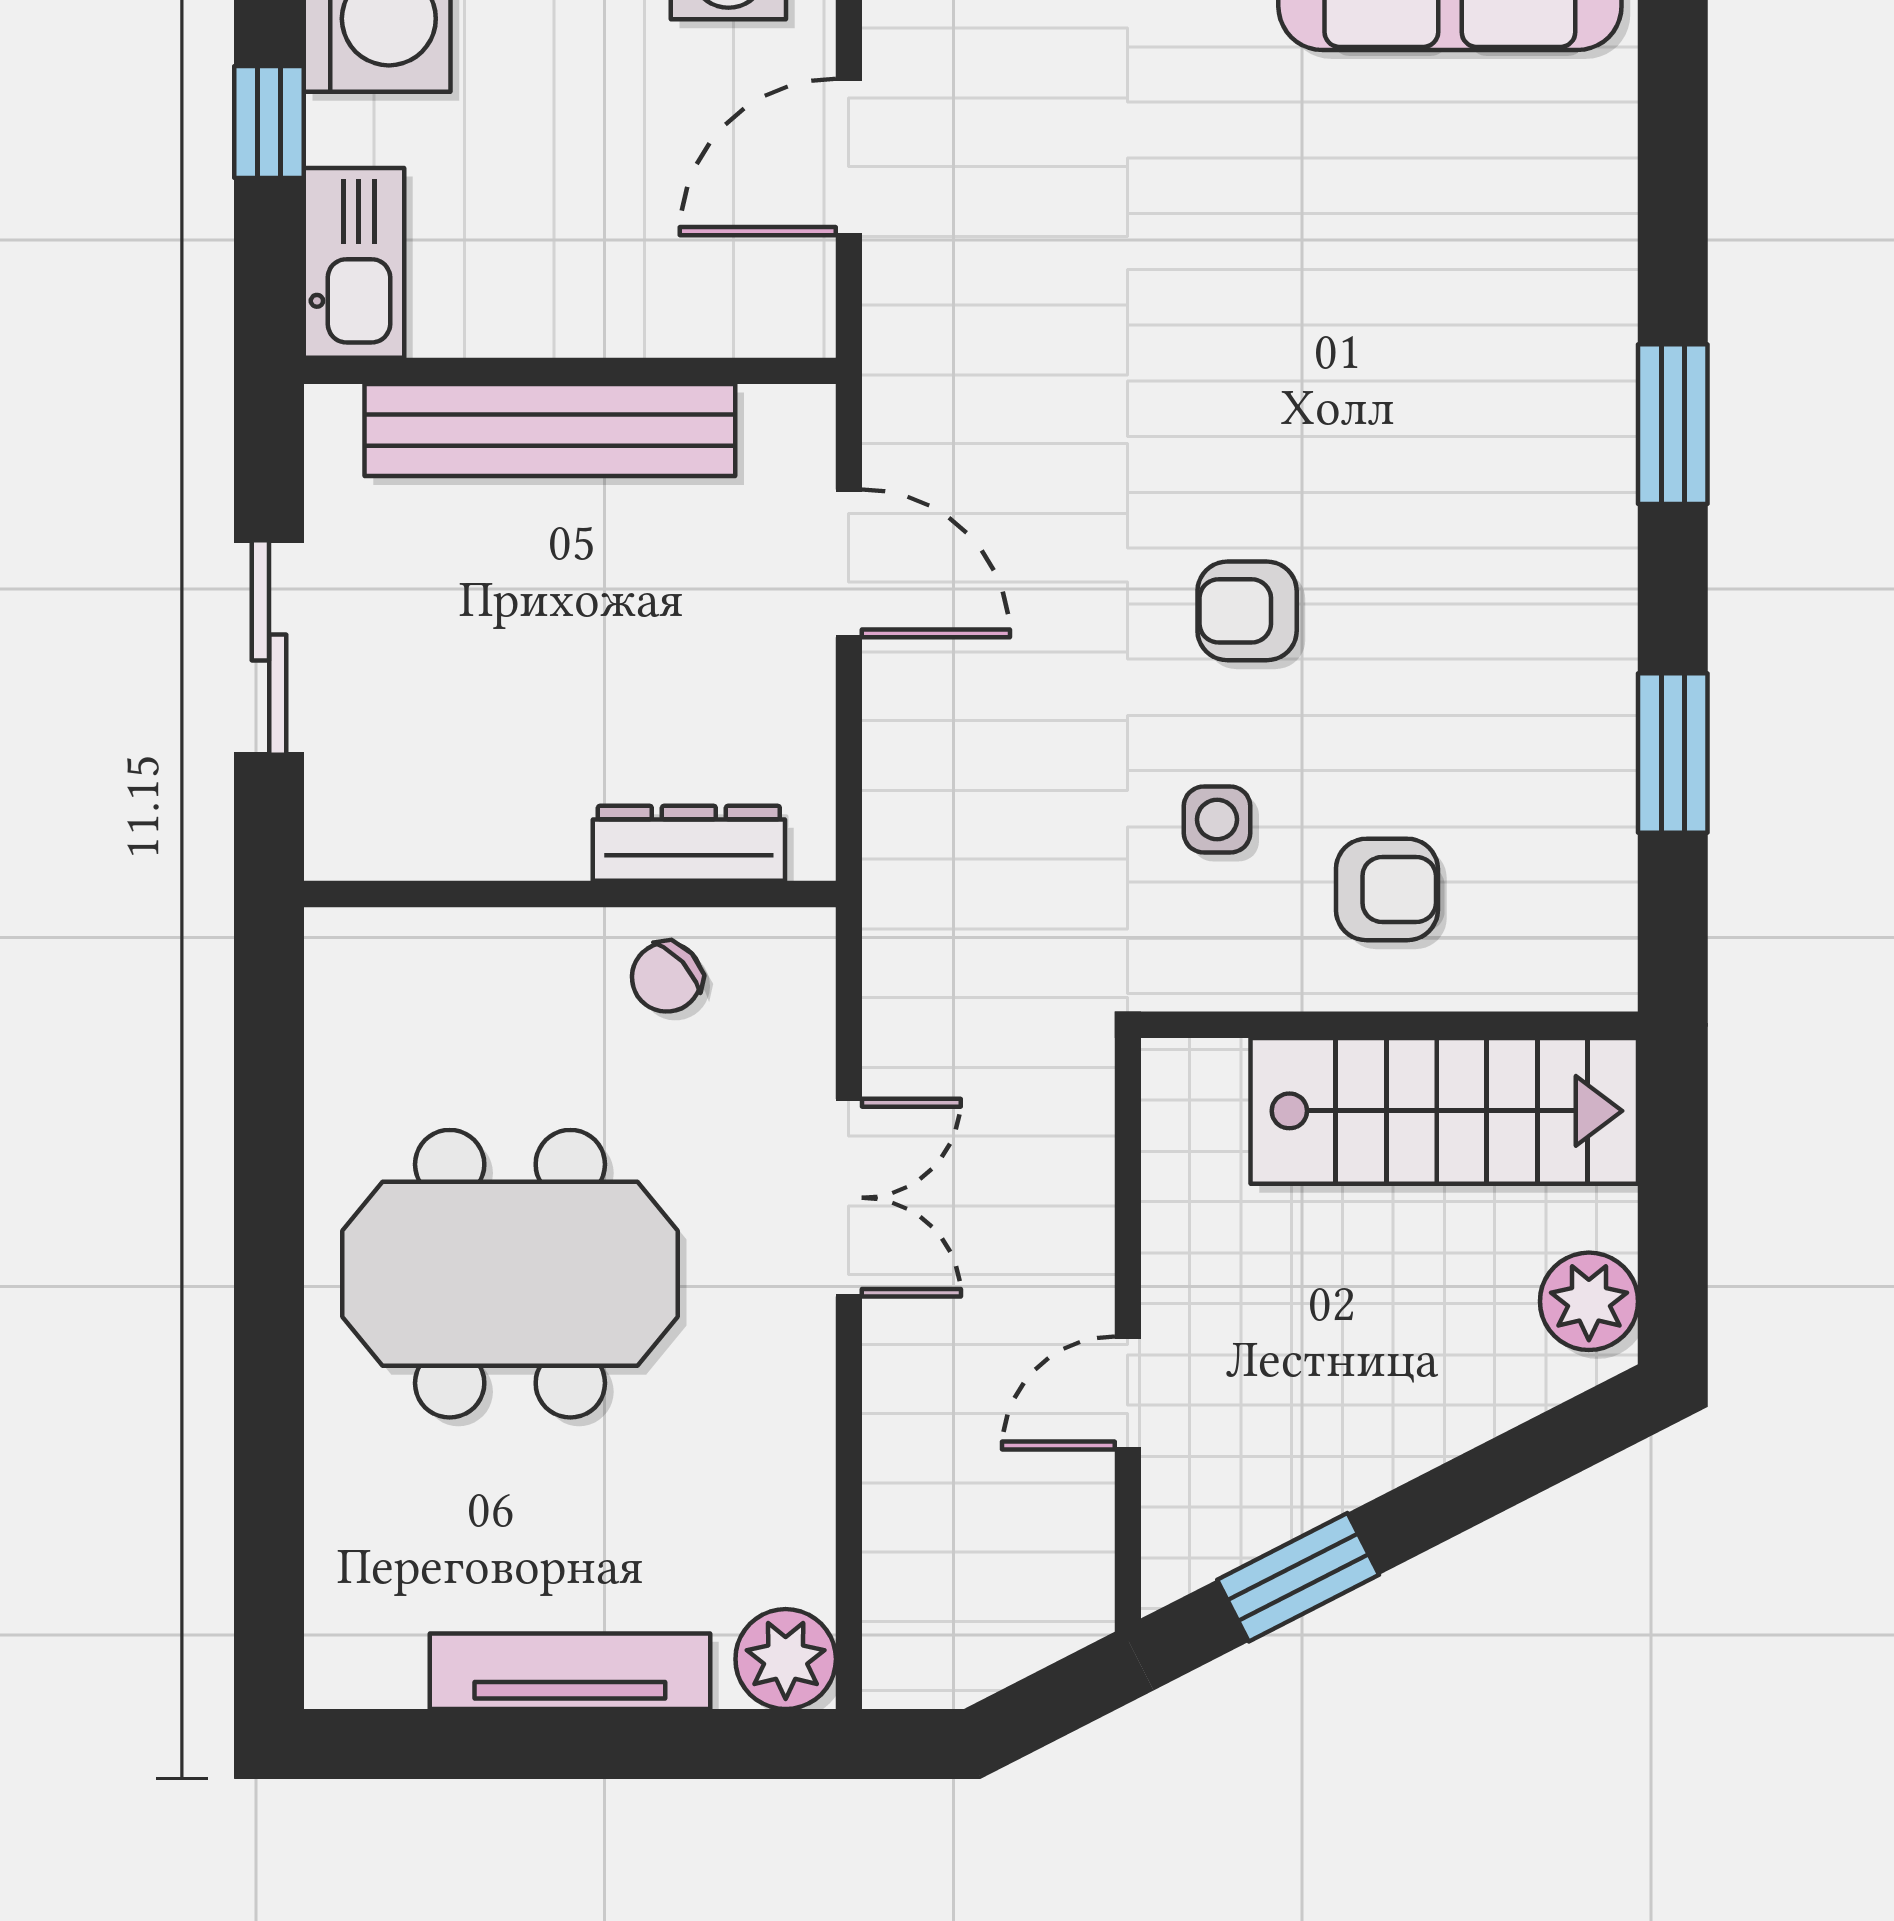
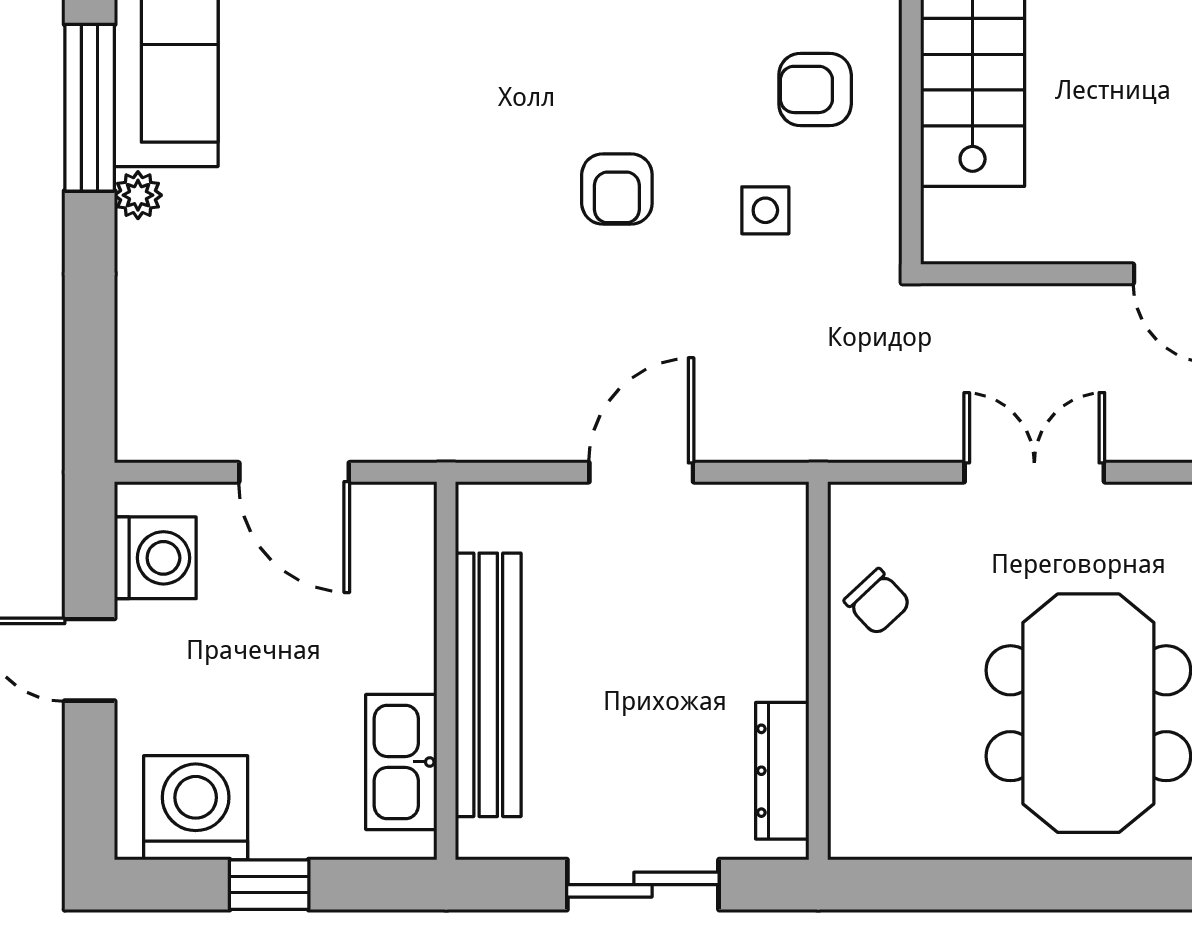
kitchen sink: (354, 263) -> (401, 762), moved, turned -90
door: (849, 563) -> (641, 472), moved
dresser: (689, 843) -> (782, 771), moved
armchair: (1387, 889) -> (815, 89), turned -90

